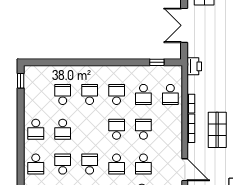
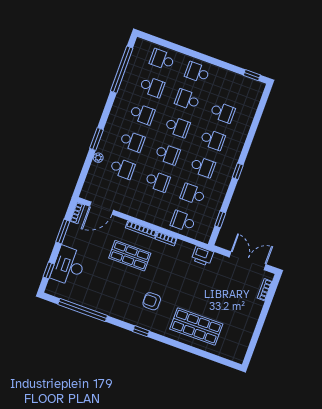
window: (109, 62) -> (238, 171), added
school desk: (90, 129) -> (177, 127), added
school desk: (117, 164) -> (132, 141), turned 180
school desk: (143, 164) -> (122, 168), turned 180

